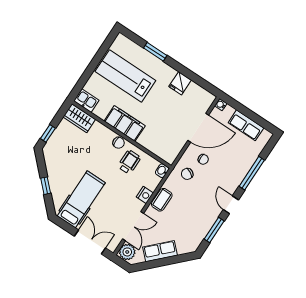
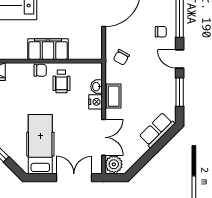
filing cabinet: (125, 123) -> (48, 49), moved
chair: (203, 159) -> (161, 32), moved
wheelchair: (129, 162) -> (61, 81), turned 180
washbasin: (162, 171) -> (97, 87), moved
row of seats: (160, 251) -> (157, 130), moved

